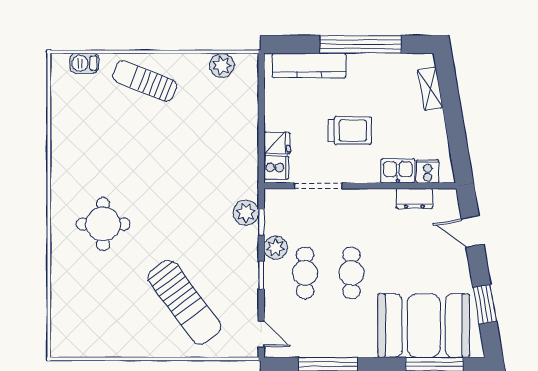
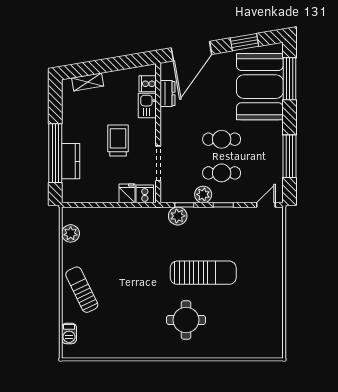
window: (361, 44) -> (55, 153), moved
kitchen counter: (309, 65) -> (71, 161), width x0.67
sun lounger: (145, 81) -> (82, 290), turned 132
door: (473, 232) -> (191, 51), width x1.88
sun lounger: (184, 302) -> (203, 273), moved, turned 37

